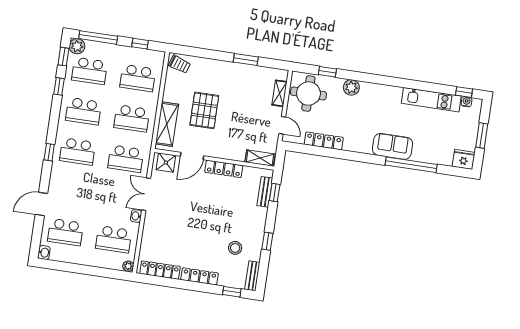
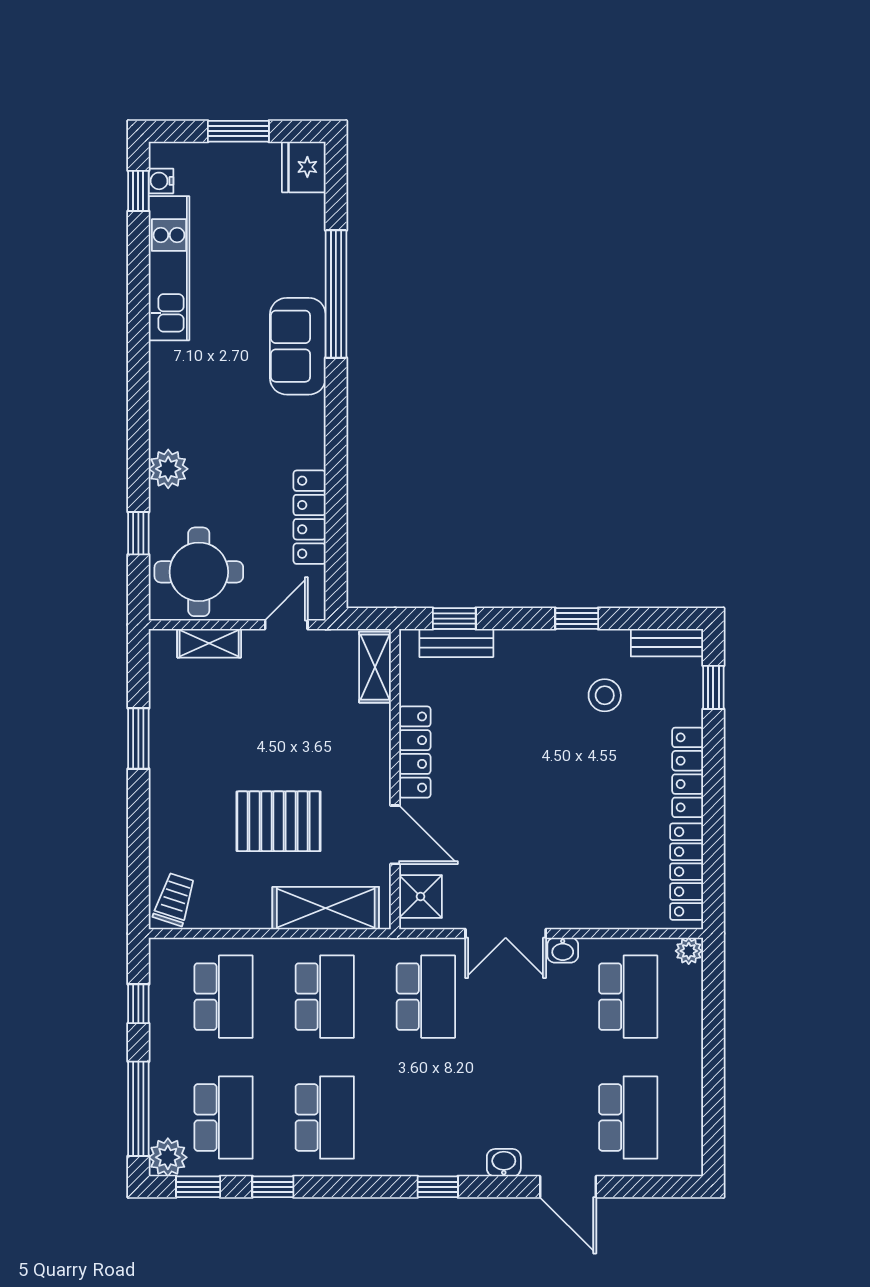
school desk: (77, 151) -> (426, 1117), removed
washbasin: (44, 253) -> (504, 1163), moved

